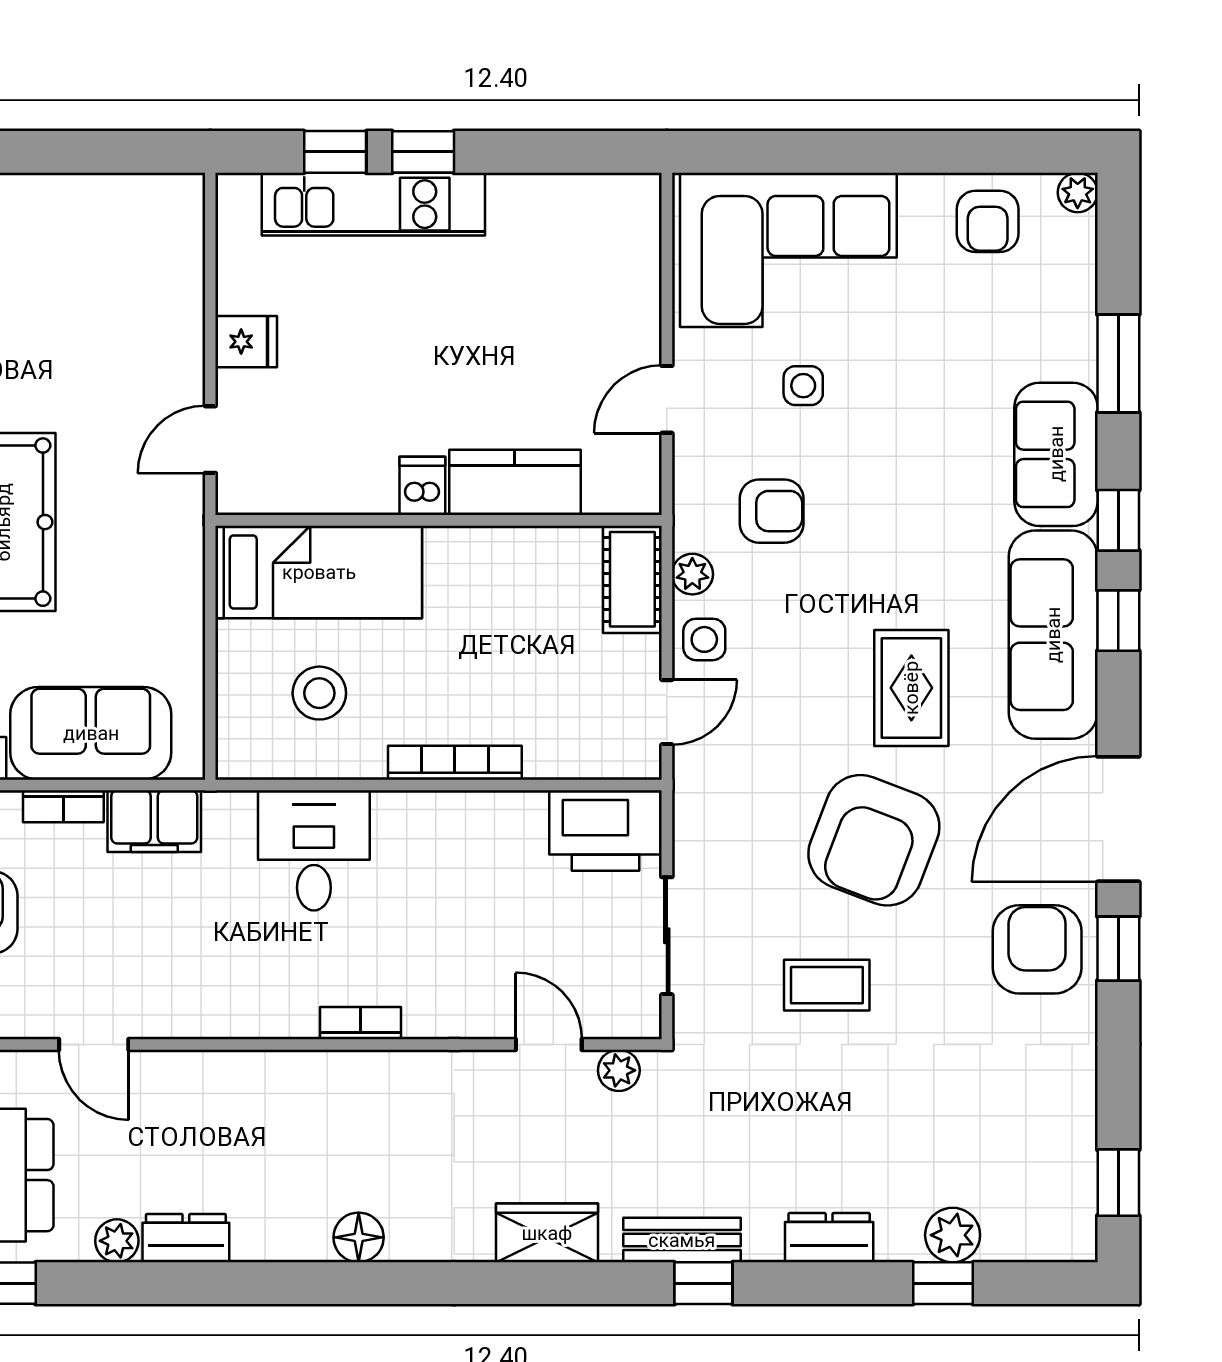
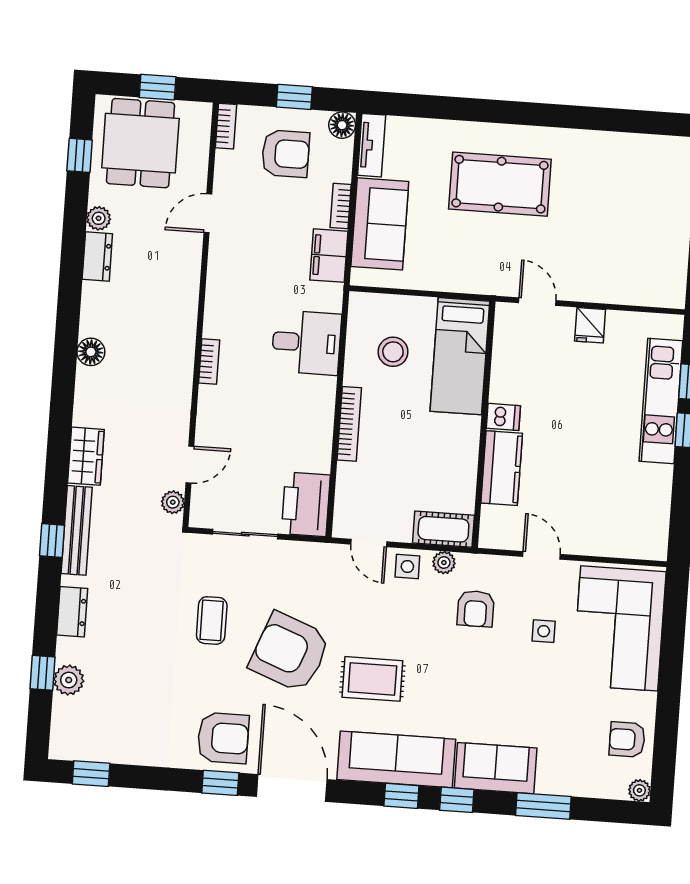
bench: (682, 1240) -> (77, 530), width x1.36

